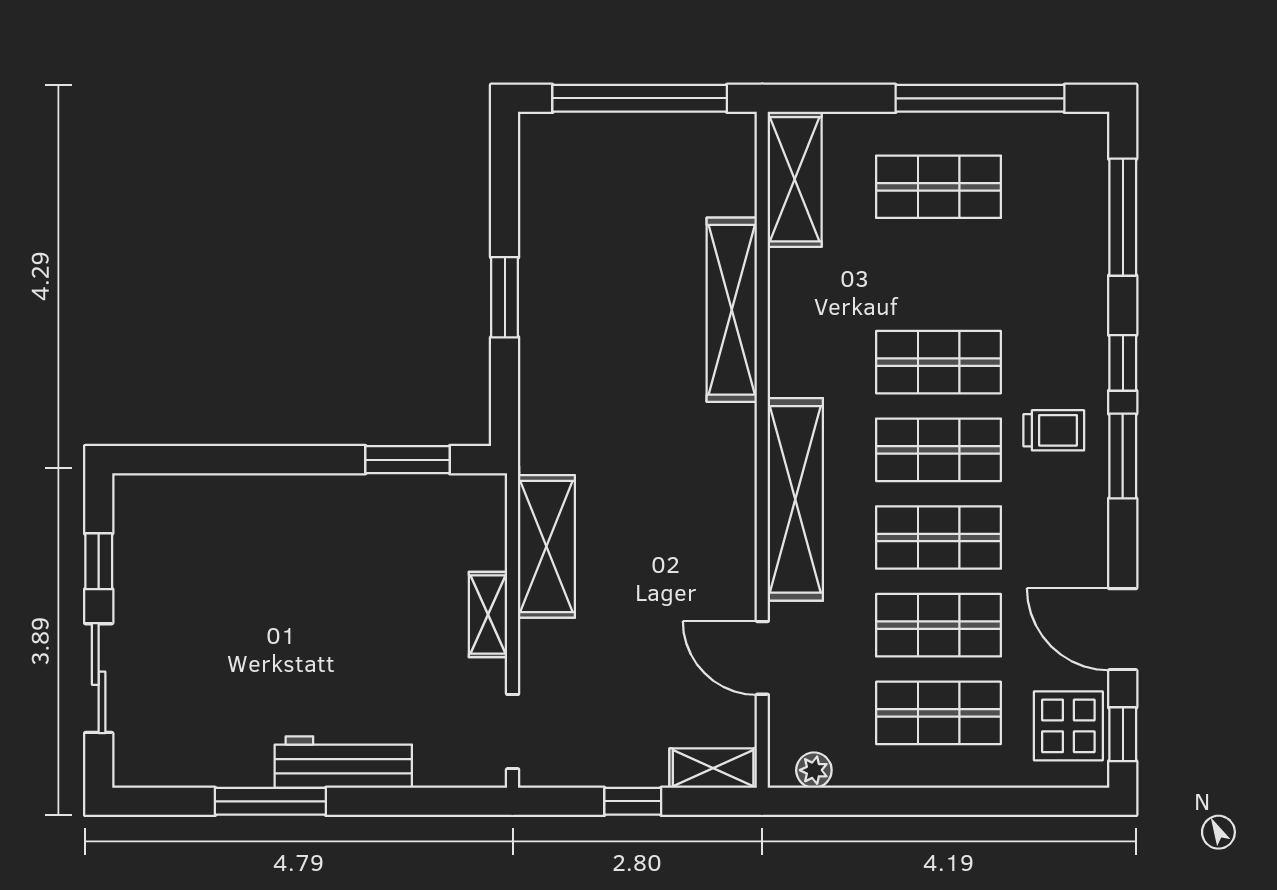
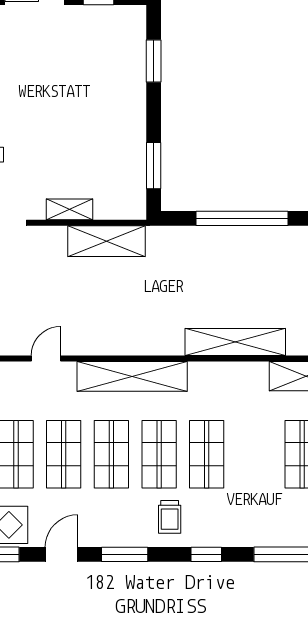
window: (505, 297) -> (242, 218), width x2.11
window: (1123, 456) -> (125, 554), moved
window: (215, 460) -> (154, 61), added
door: (1123, 629) -> (62, 554), width x0.73
door: (762, 658) -> (46, 358), width x0.73

